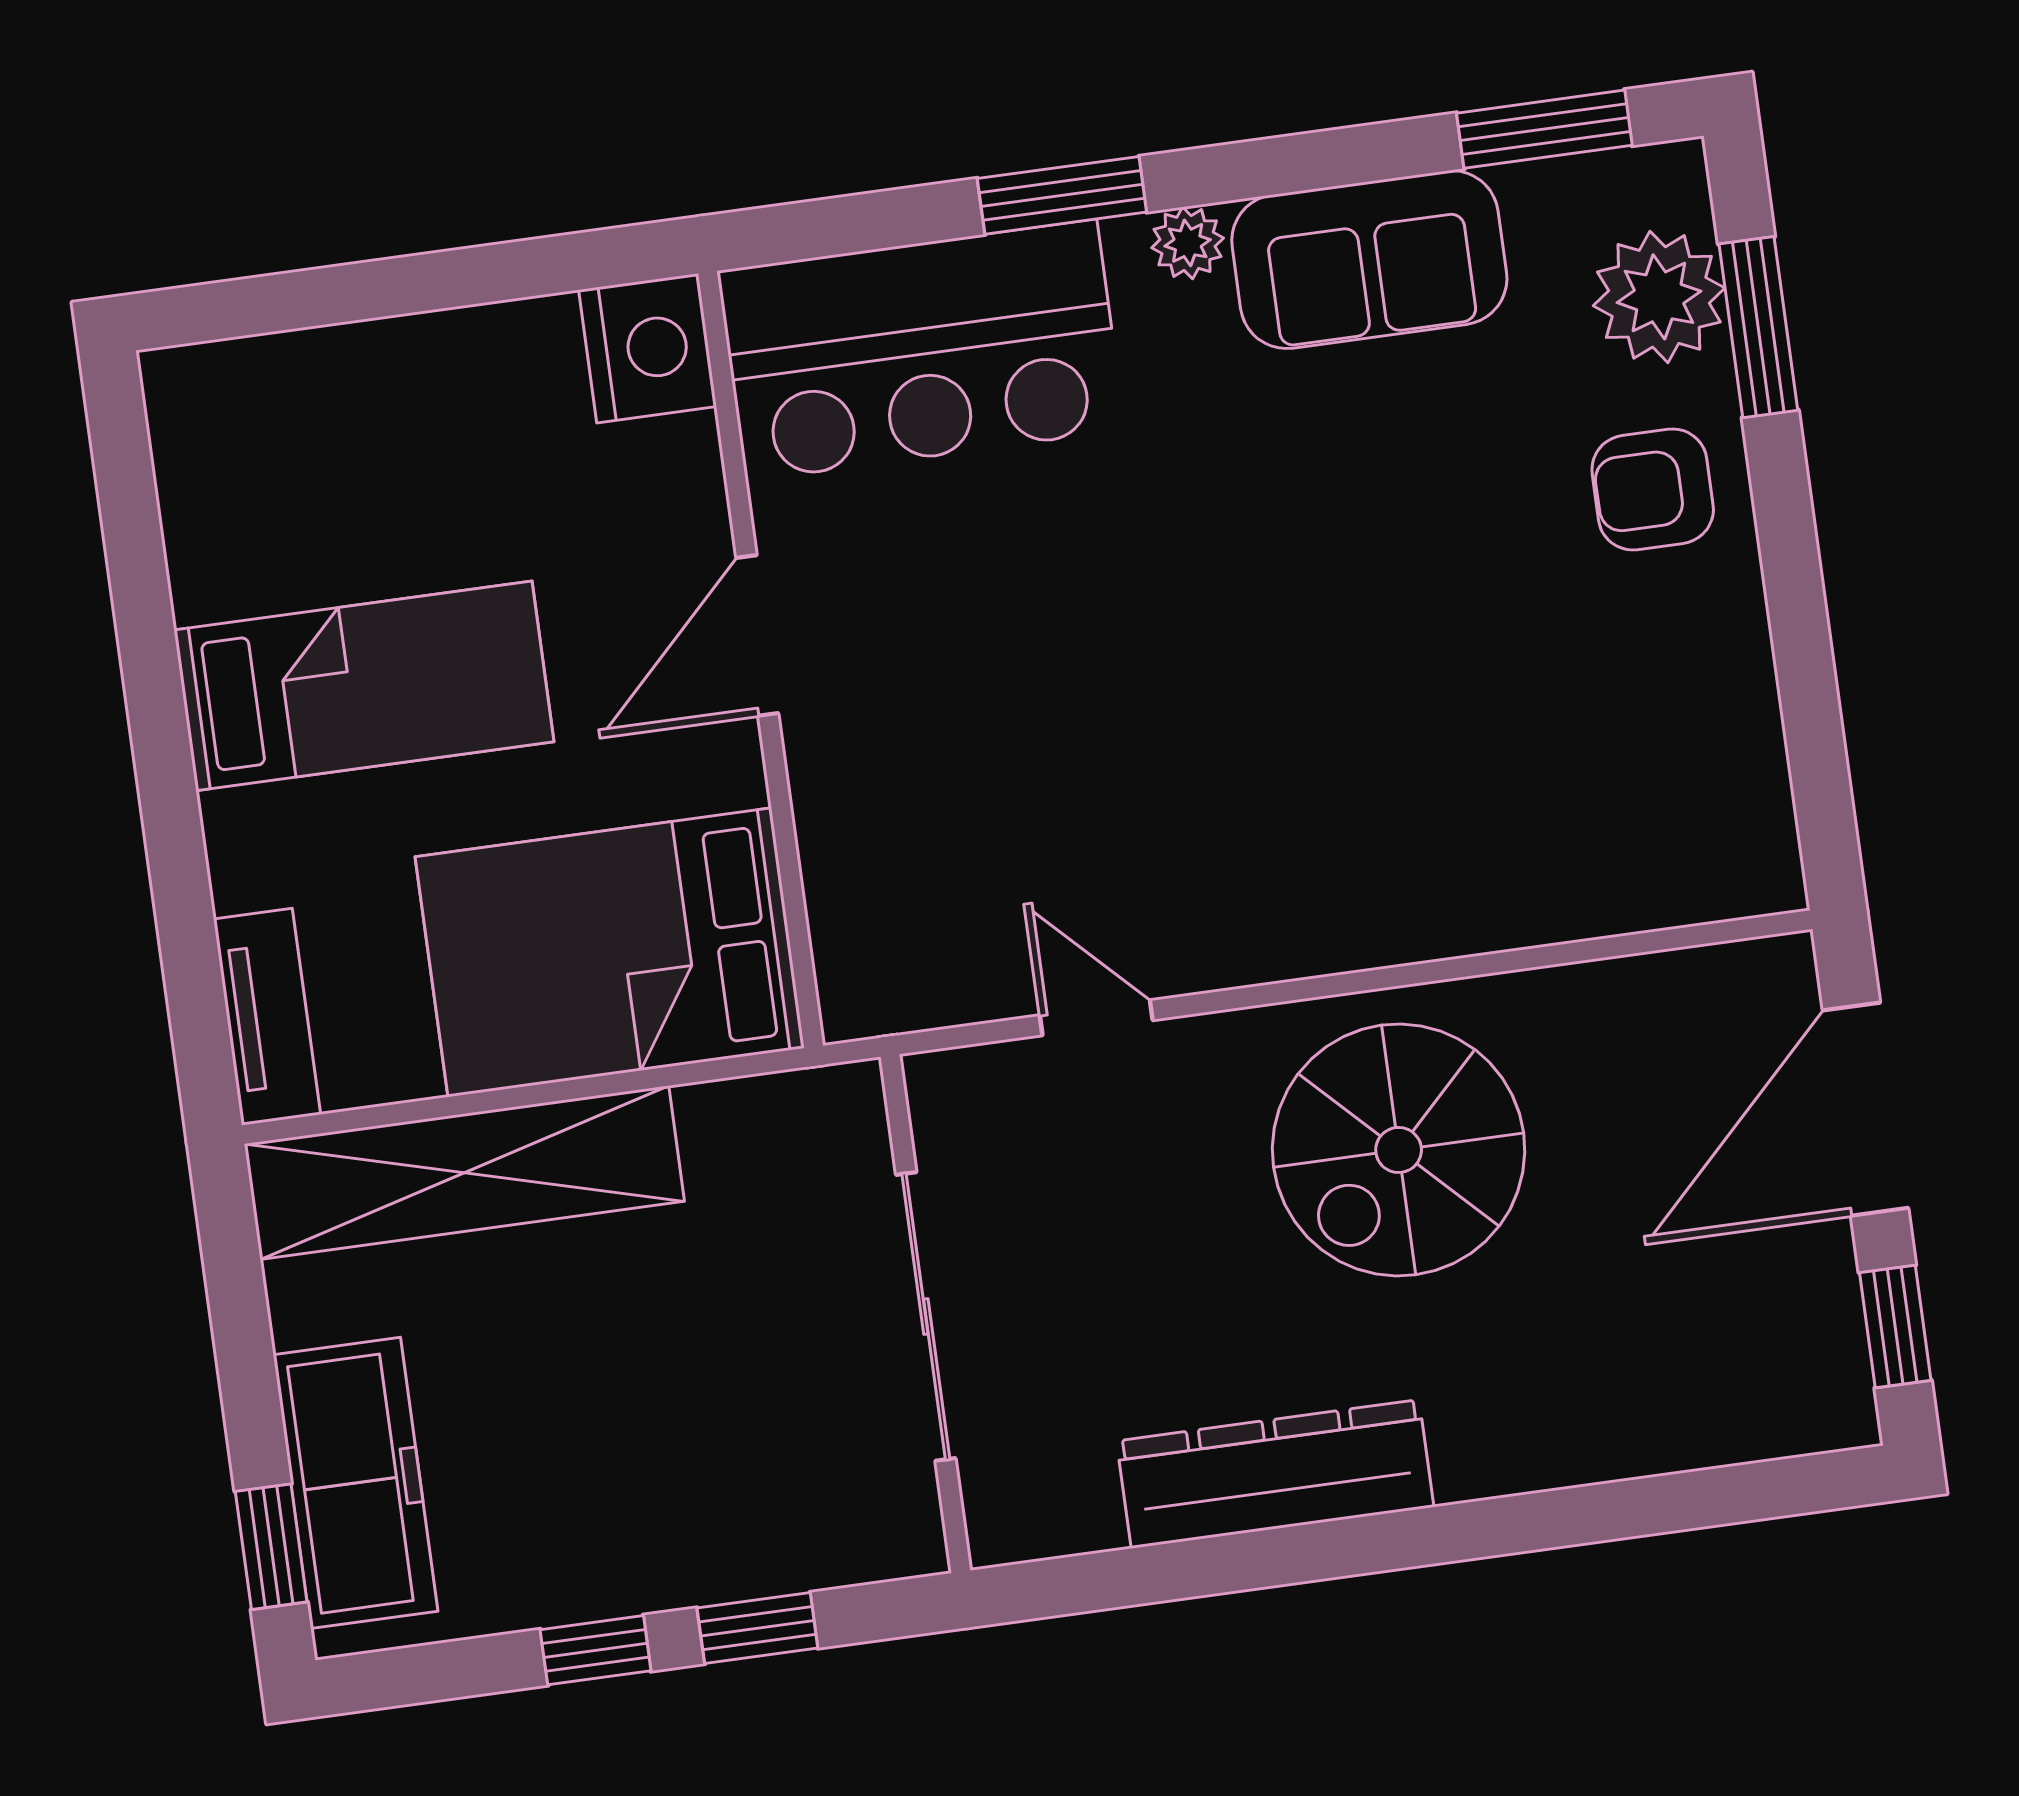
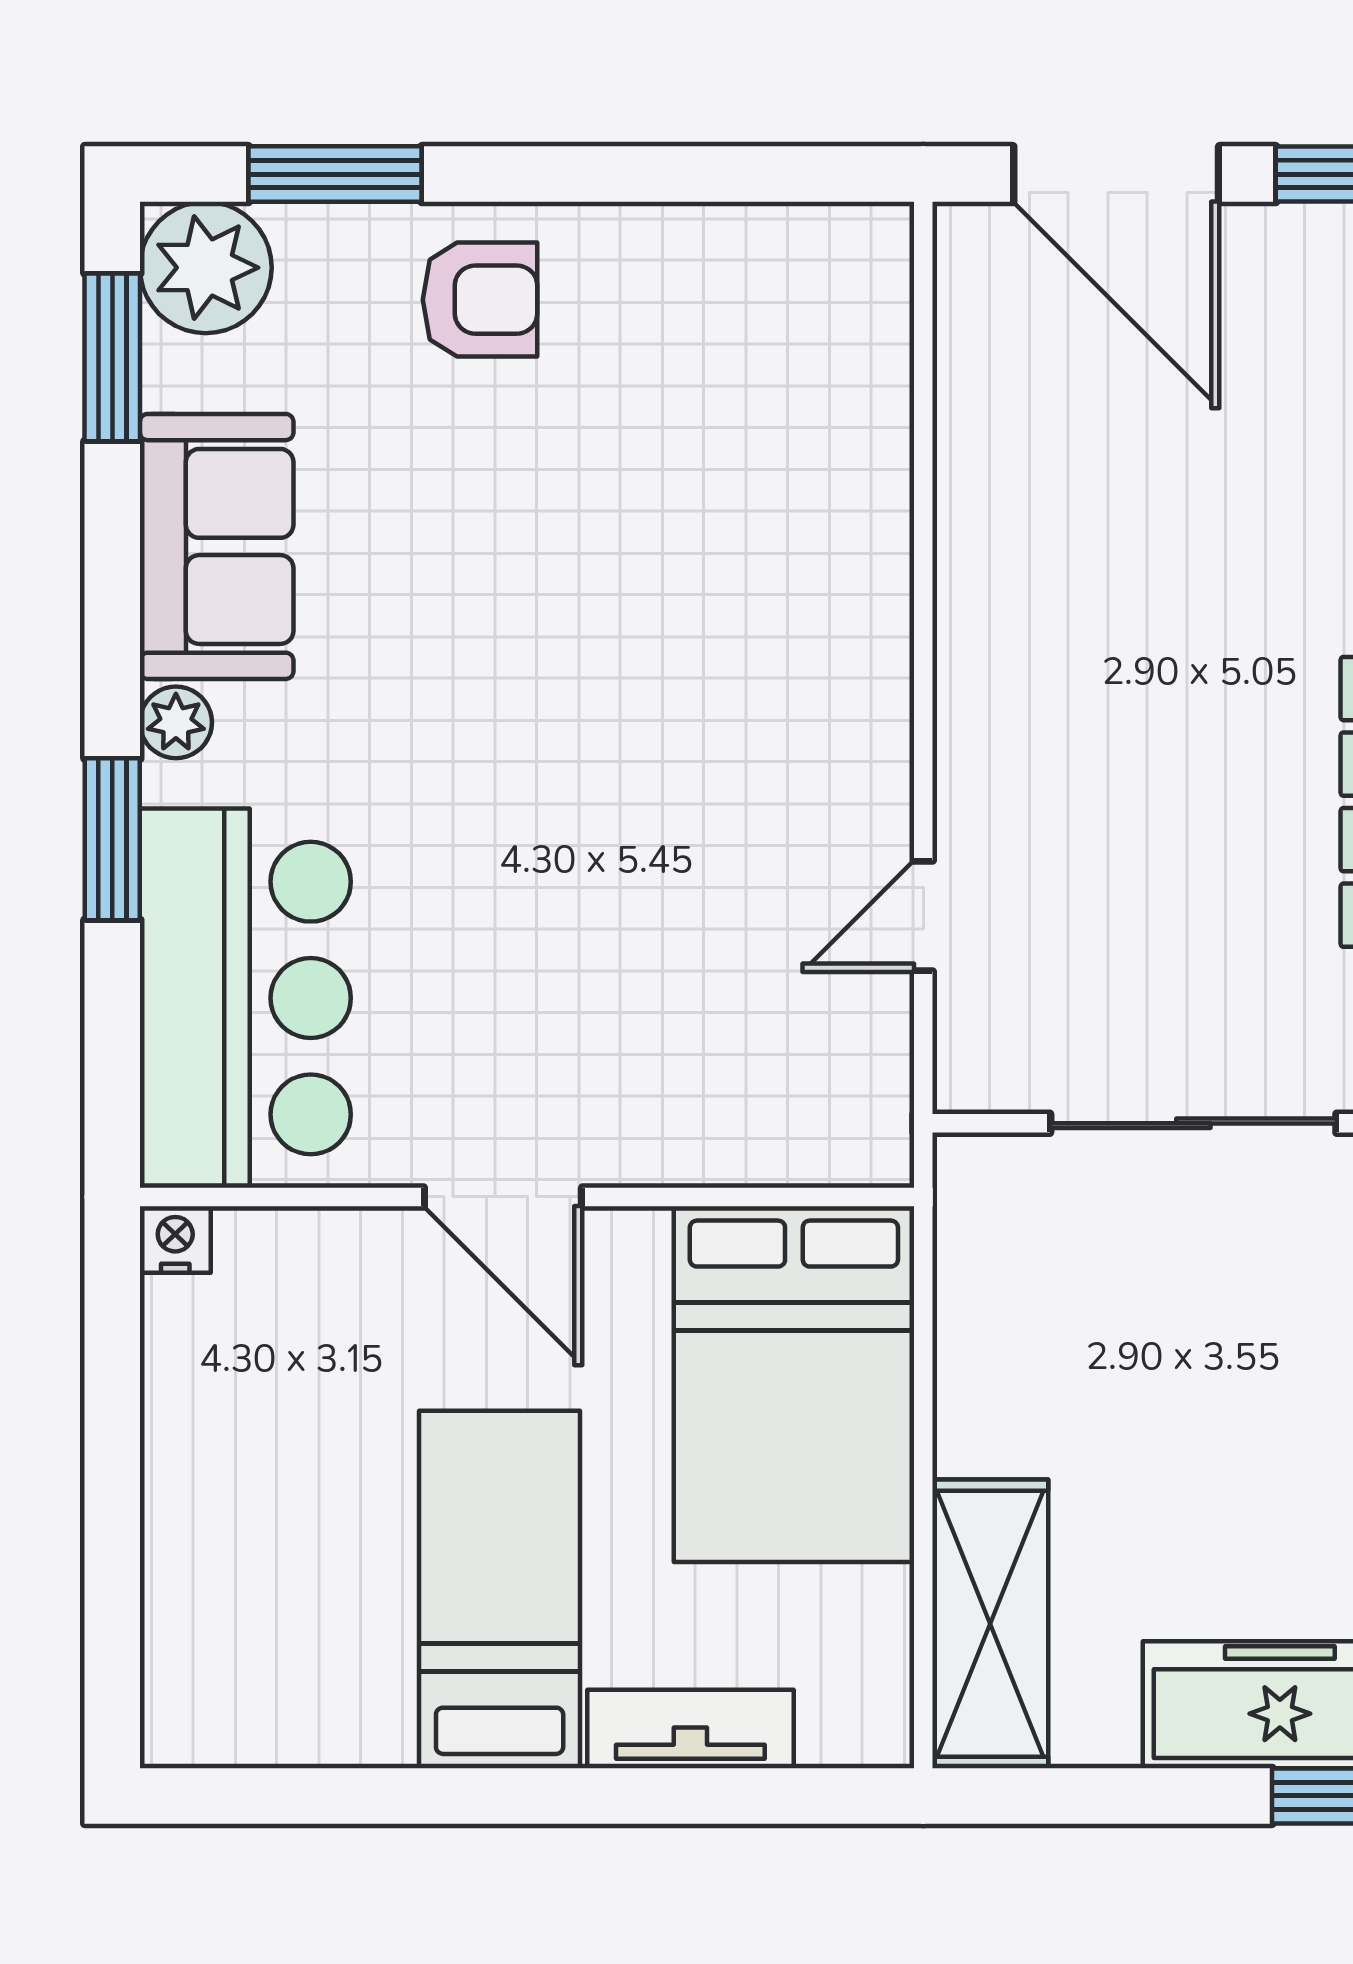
plant: (1659, 297) -> (206, 268), moved
nightstand: (648, 348) -> (175, 1240), width x0.53, depth x0.56
armchair: (1653, 489) -> (480, 300), turned -90
tv unit: (267, 1017) -> (690, 1729), moved
spiral stairs: (1399, 1150) -> (1094, 637), removed
shelving: (464, 1173) -> (990, 1624), width x0.68

